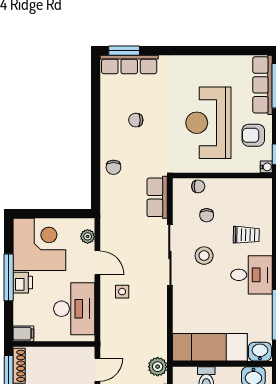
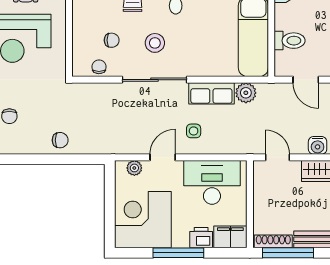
chair: (198, 186) -> (99, 67), moved
row of seats: (157, 197) -> (211, 93), moved
printer: (23, 283) -> (201, 238), moved
filing cabinet: (23, 334) -> (230, 237), width x2.00
plant: (158, 367) -> (246, 93), moved

